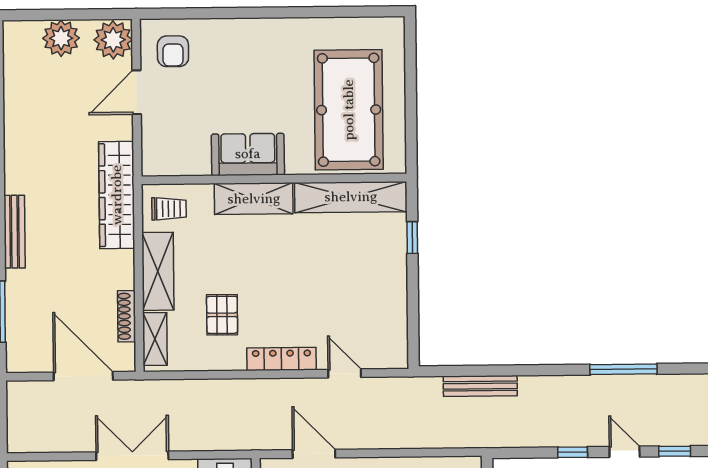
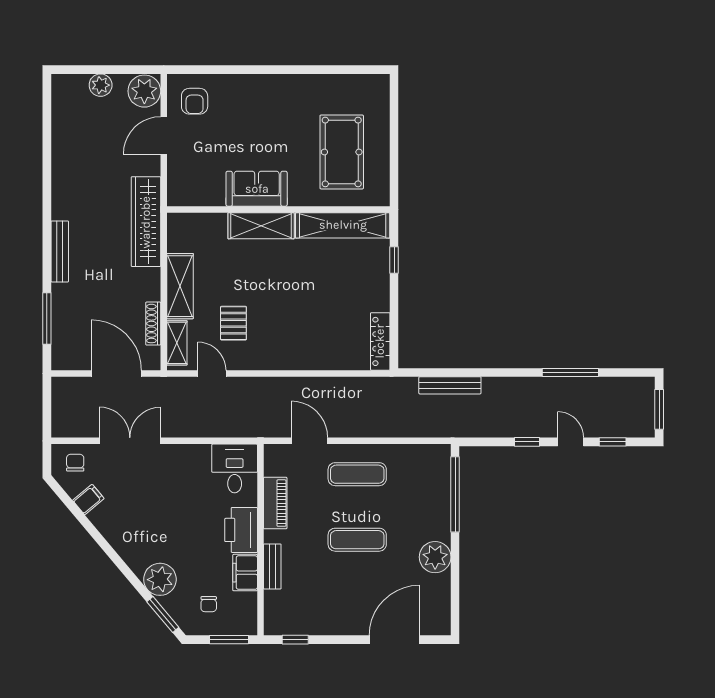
plant: (61, 38) -> (101, 85), width x0.73, depth x0.73
pool table: (349, 110) -> (342, 152), width x0.73, depth x0.76
trolley: (169, 209) -> (190, 234), removed
locker: (282, 359) -> (380, 341), moved, turned -90
door: (345, 373) -> (212, 374), moved
double door: (132, 456) -> (130, 441), moved

